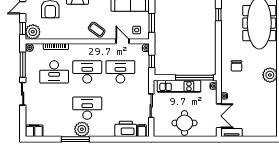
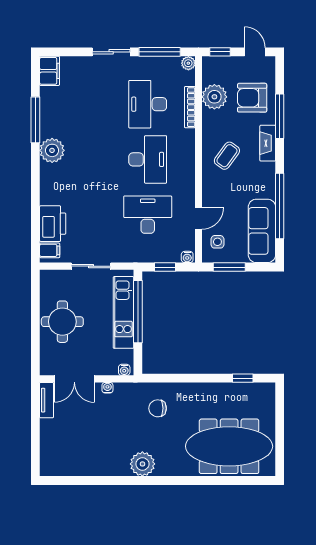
coffee table: (97, 30) -> (227, 156), moved
plant: (33, 32) -> (214, 97), moved
desk: (120, 72) -> (148, 215), turned -90
window: (194, 78) -> (138, 312), moved
desk: (87, 108) -> (87, 159), removed
window: (75, 139) -> (35, 120), moved

